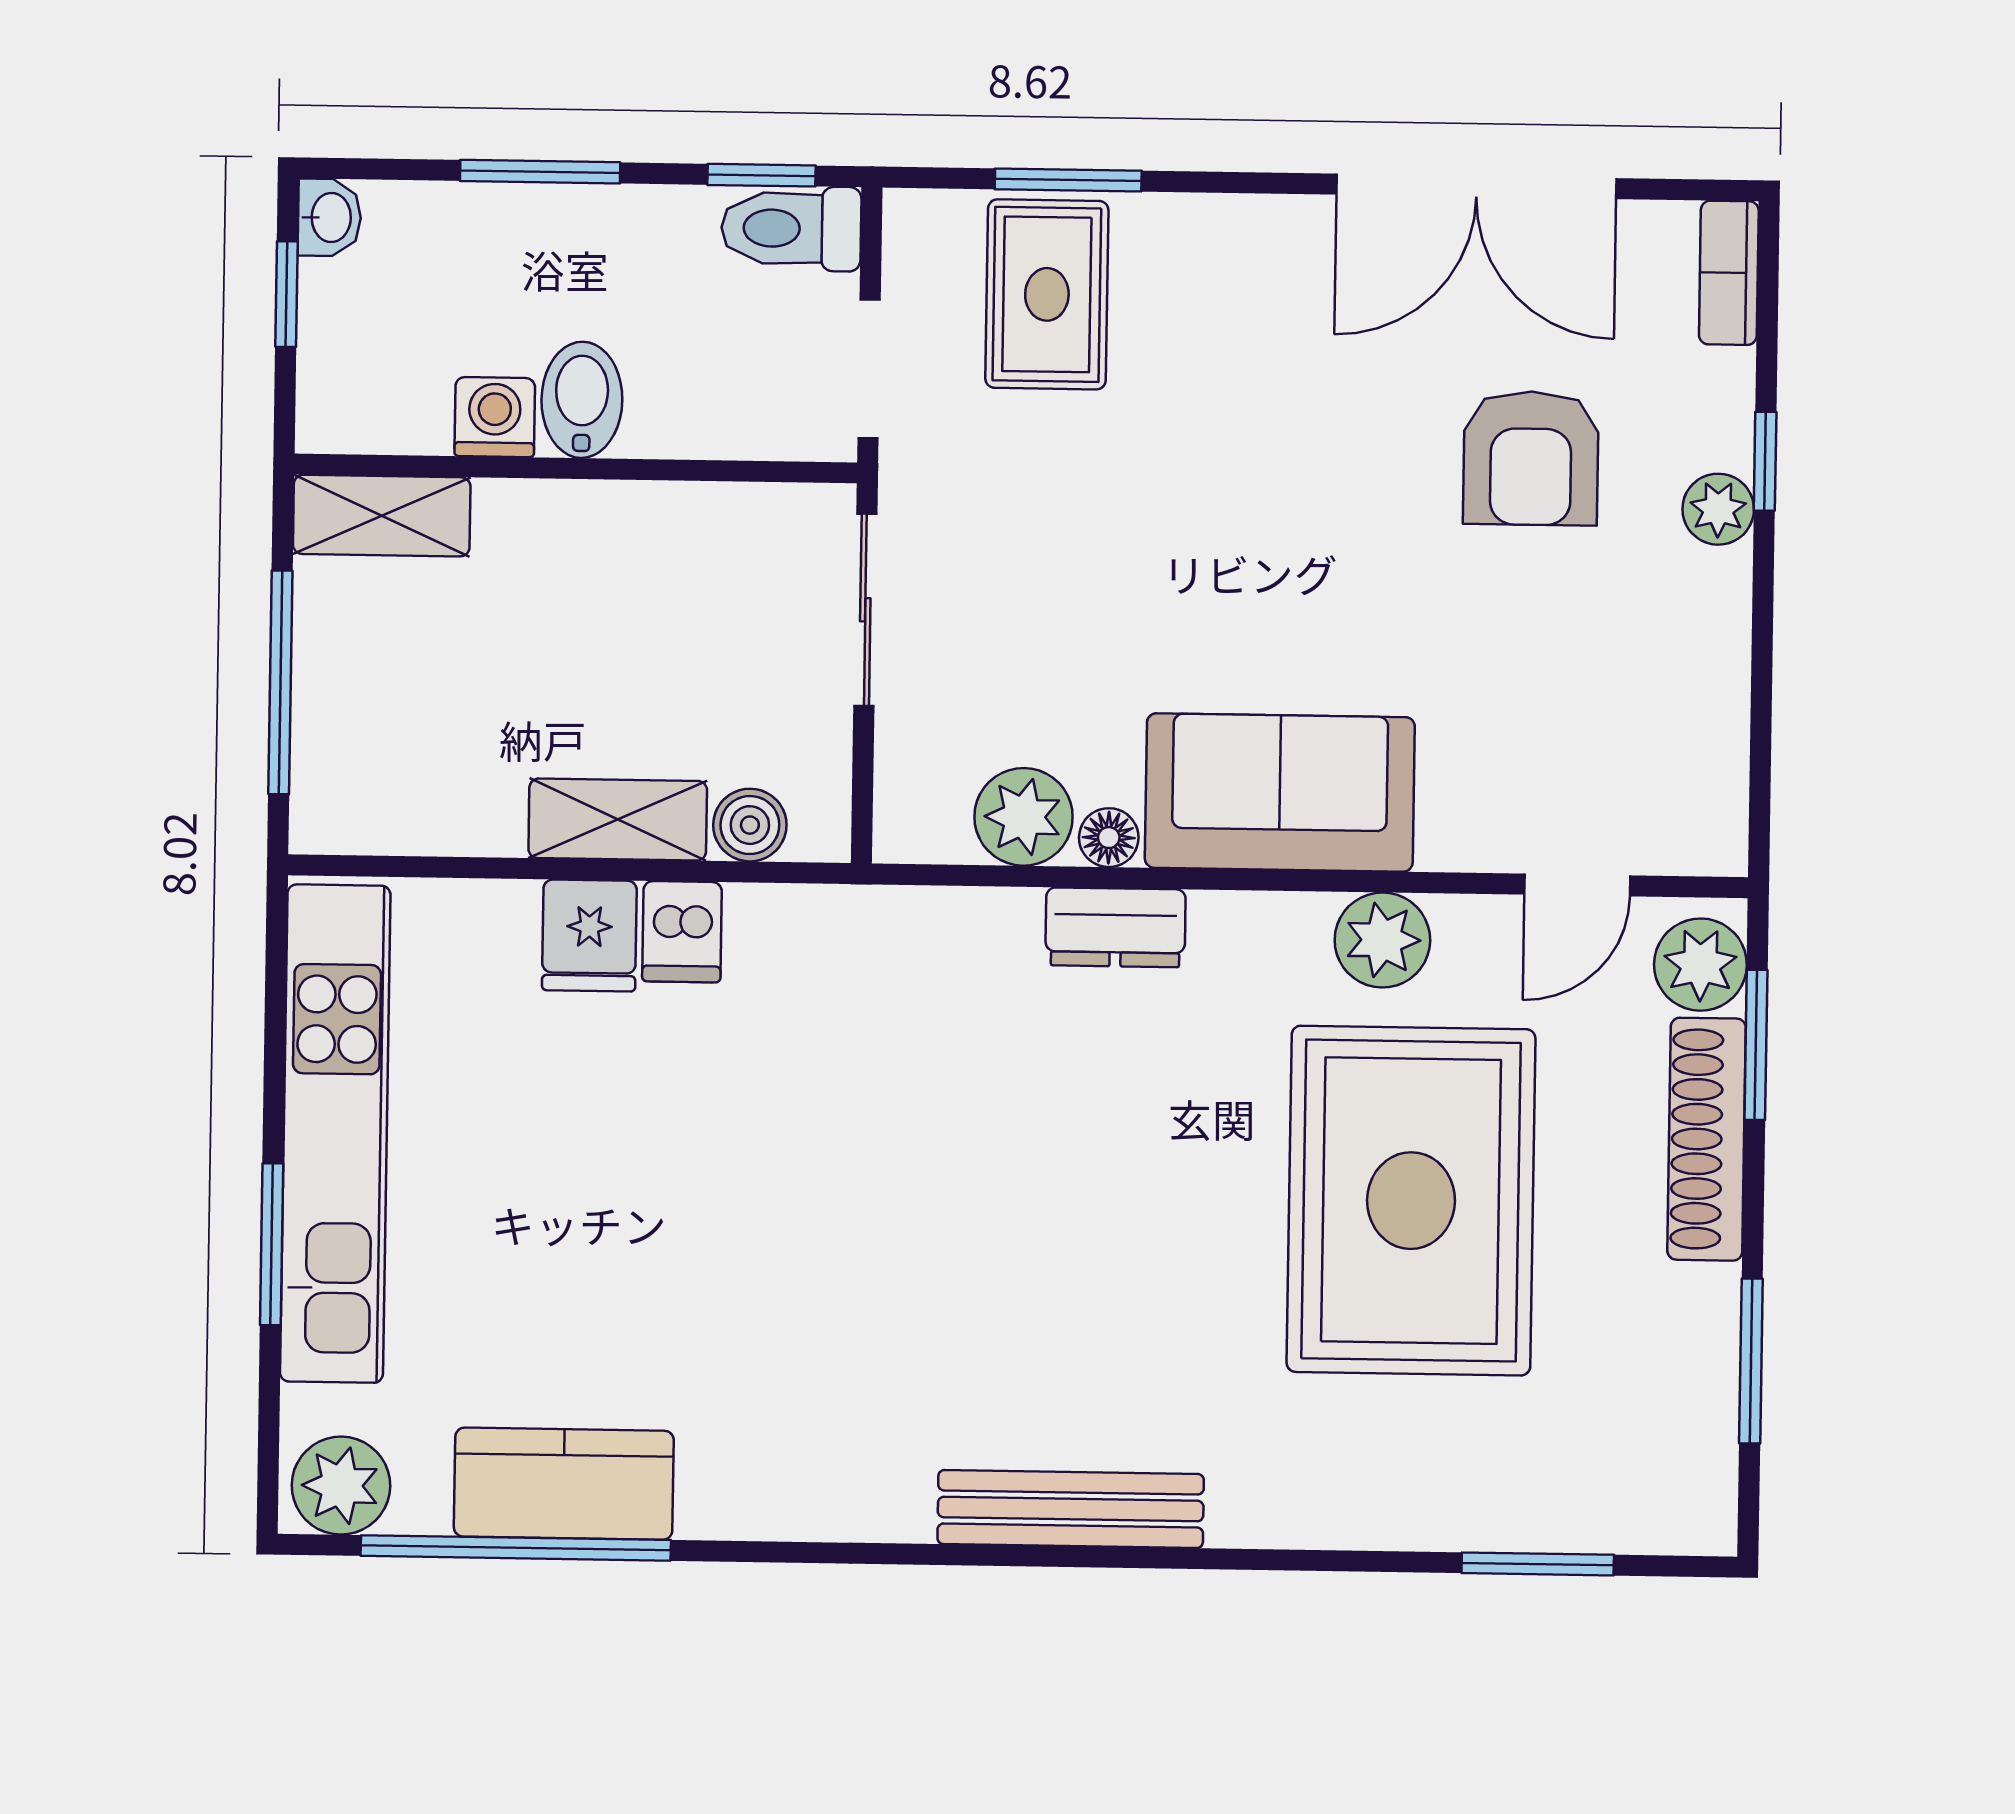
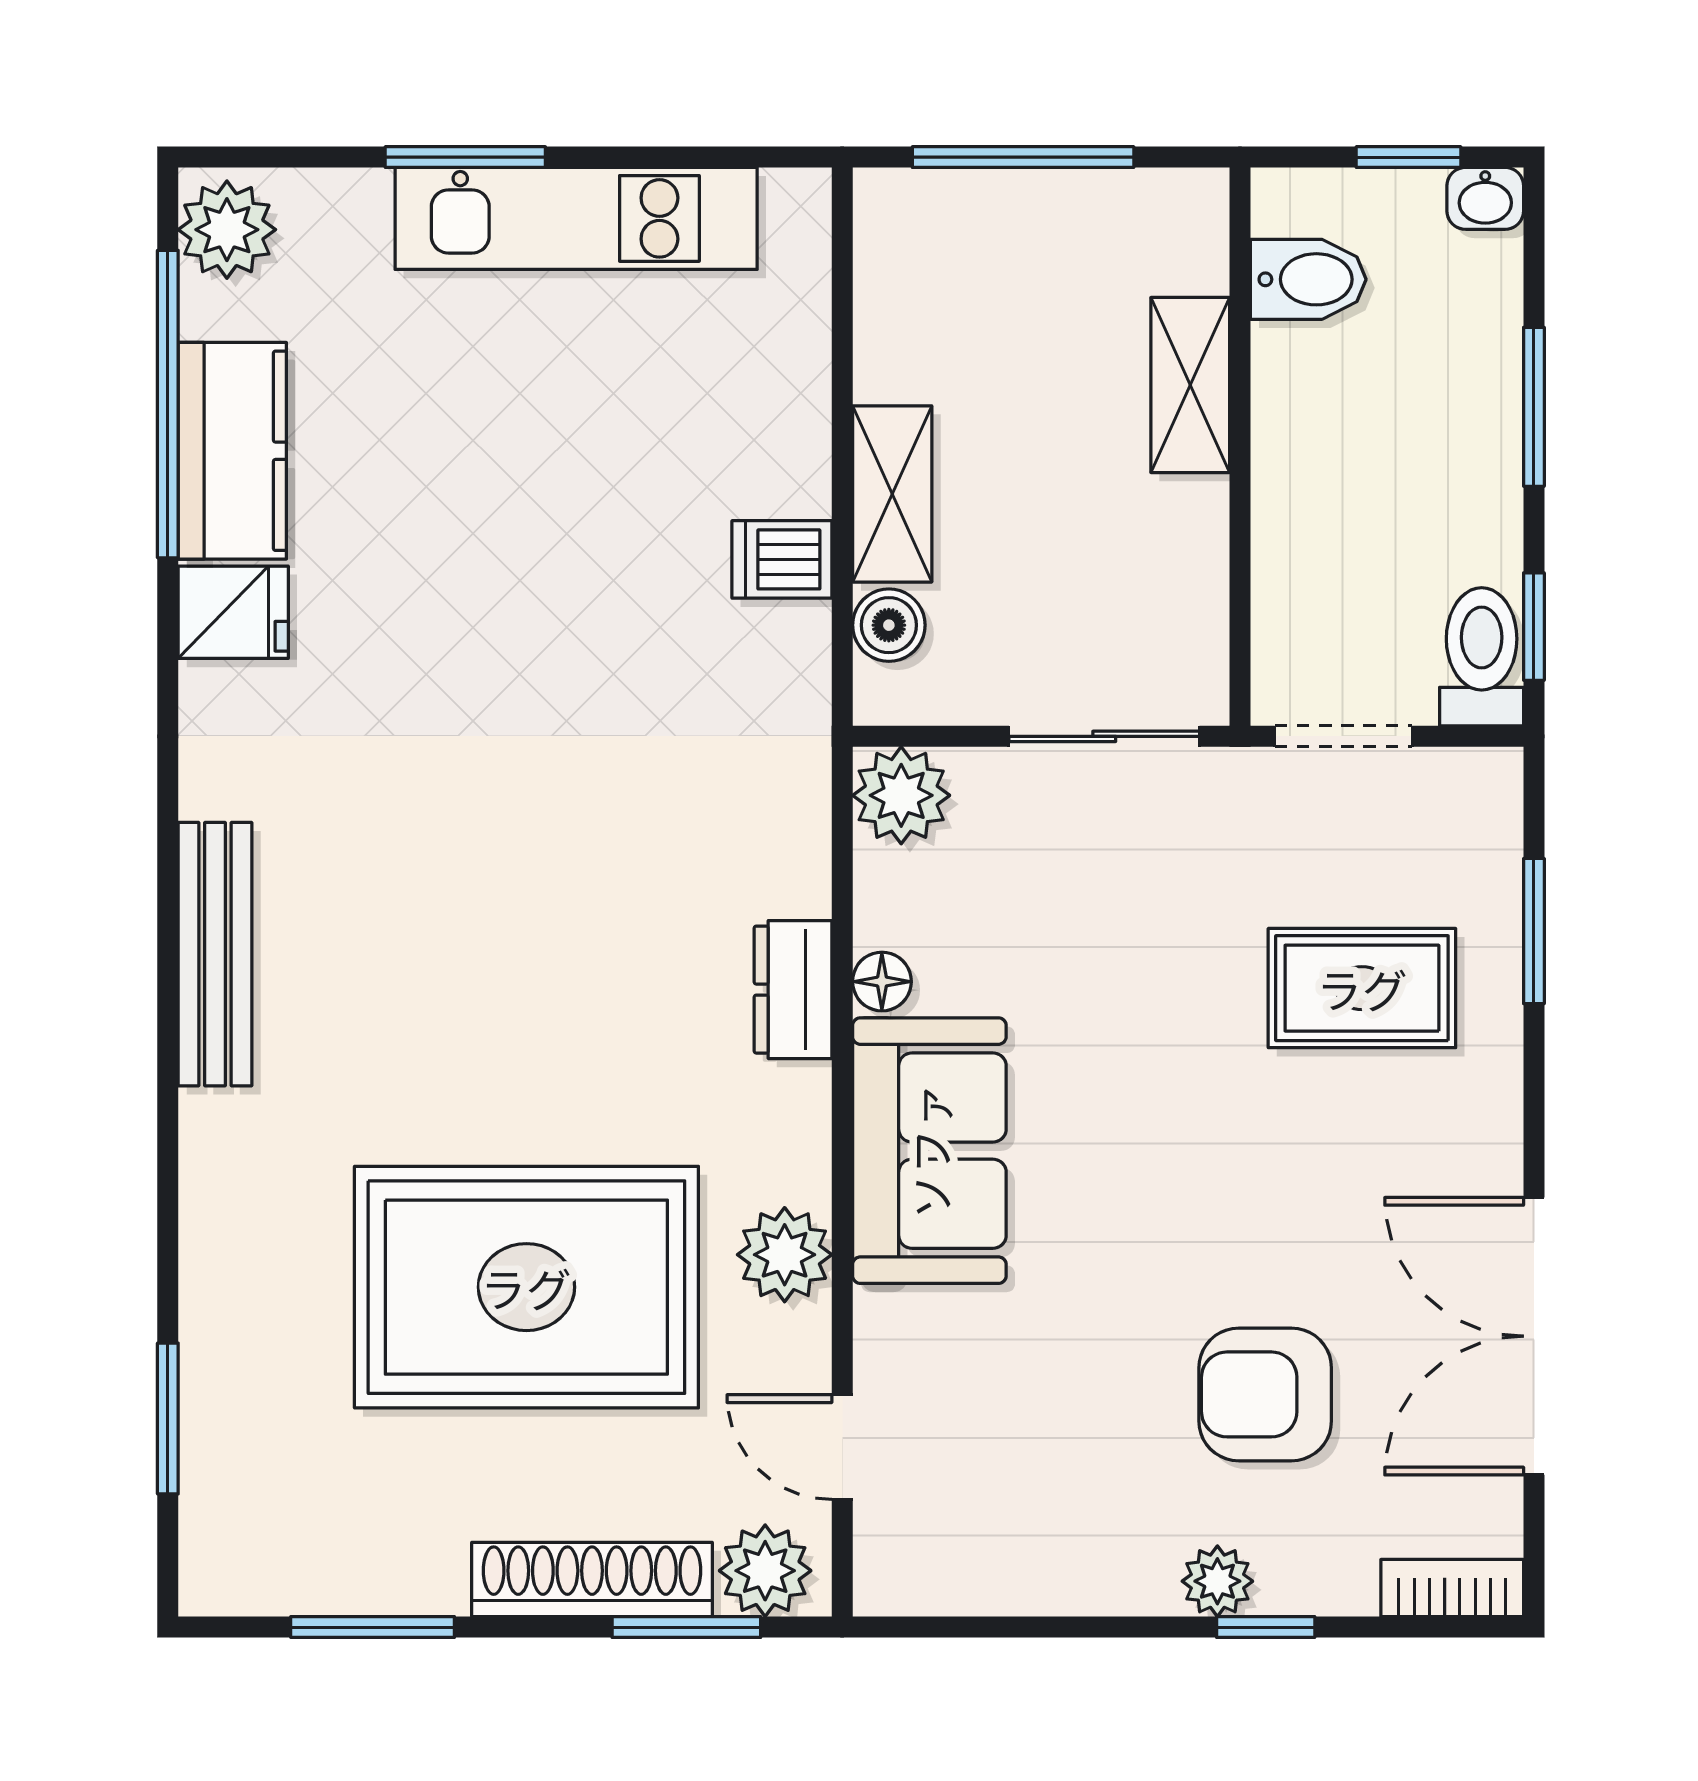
rug: (1047, 294) -> (1362, 988), moved
bidet: (582, 400) -> (1308, 279), moved
washing machine: (495, 417) -> (1290, 366), removed
shelving: (382, 516) -> (1190, 385), moved
plant: (1024, 817) -> (901, 795), moved
fridge: (589, 935) -> (233, 612), moved, turned 180
kitchen unit: (335, 1134) -> (576, 218), width x0.73

